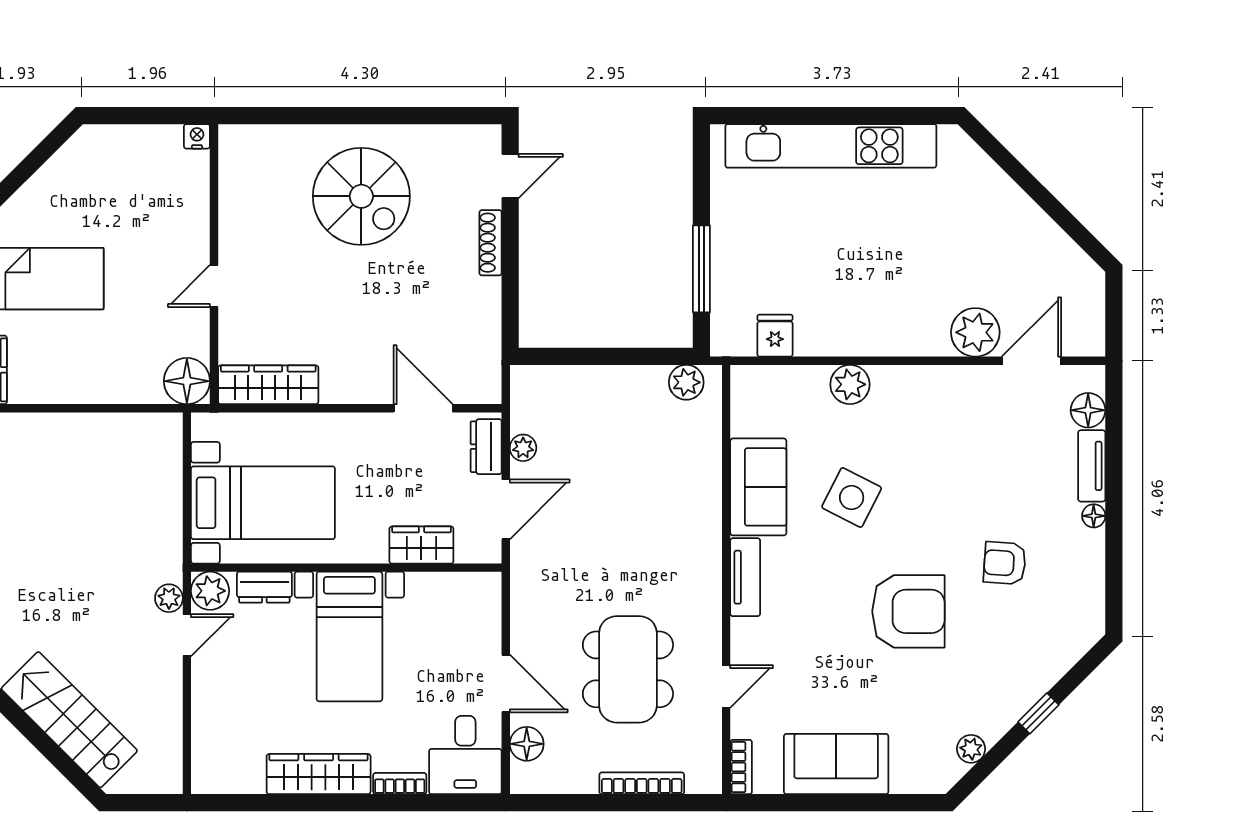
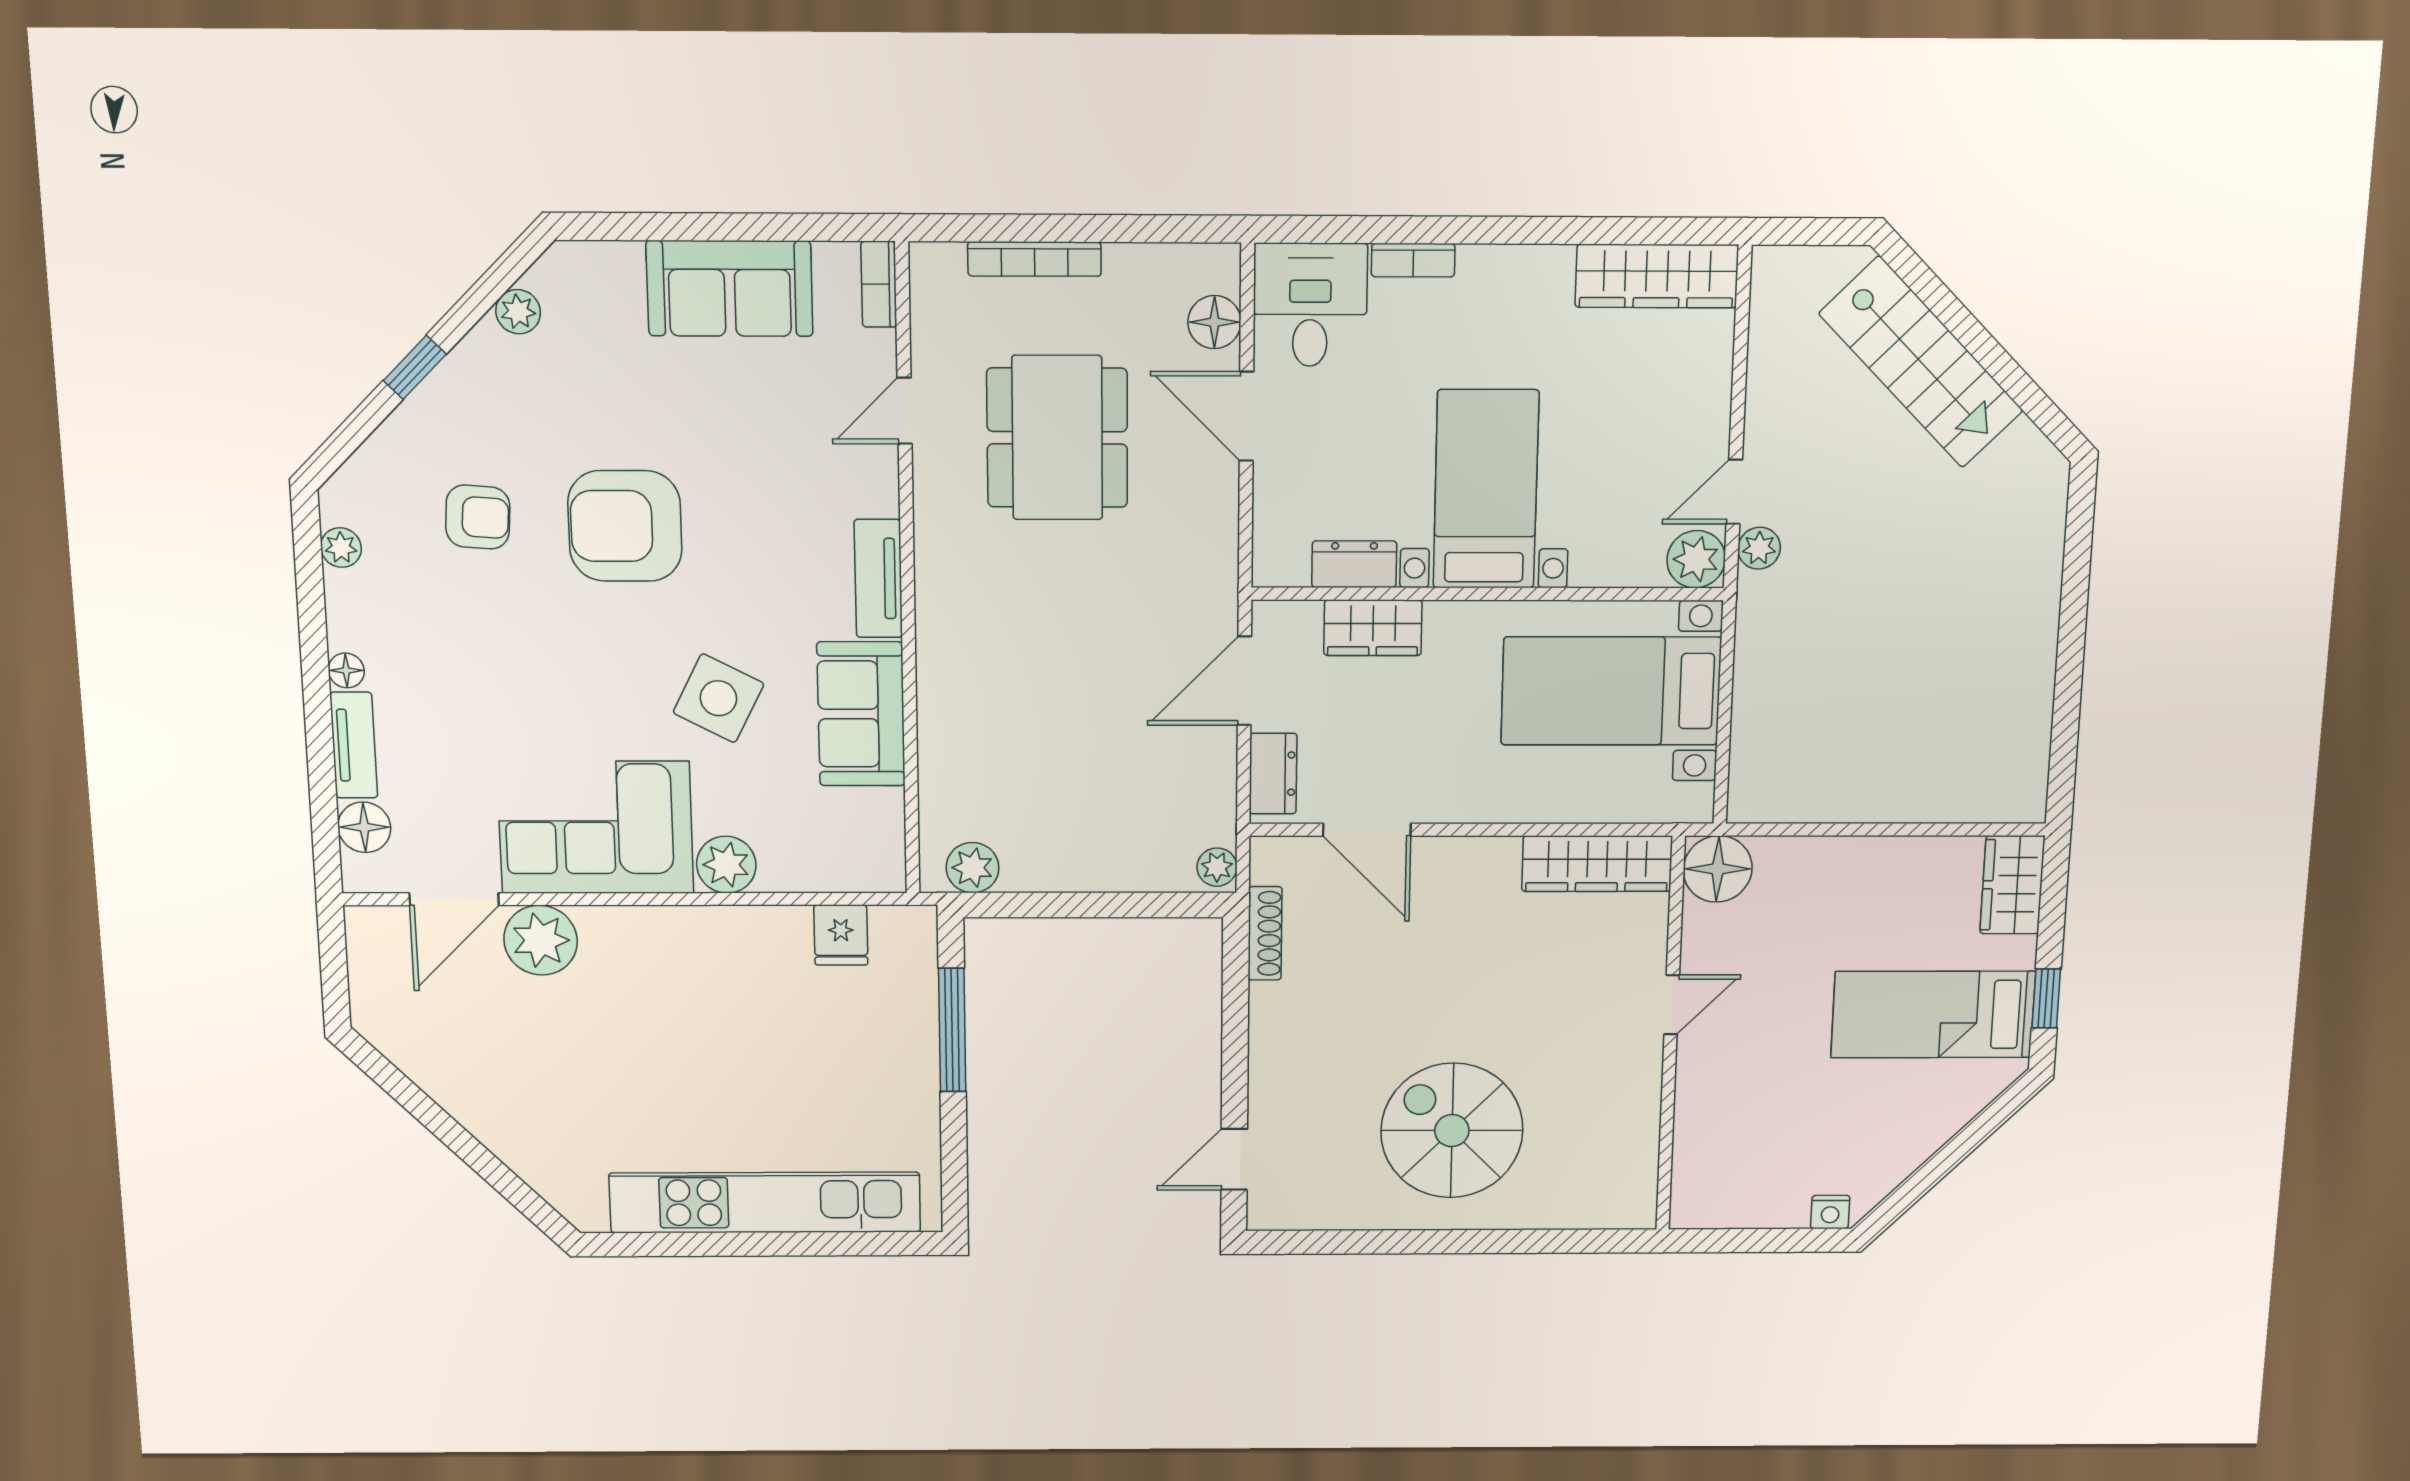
nightstand: (197, 136) -> (1830, 1212), moved
shoe rack: (491, 243) -> (1265, 933), moved
corner sofa: (936, 410) -> (595, 827), added
plant: (523, 448) -> (1217, 867), moved
armchair: (1005, 563) -> (478, 517), moved
dresser: (264, 587) -> (1354, 564), moved
plant: (1092, 597) -> (341, 548), added
wardrobe: (319, 774) -> (1657, 276), moved

